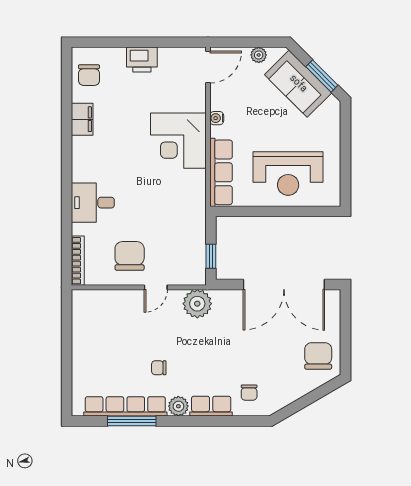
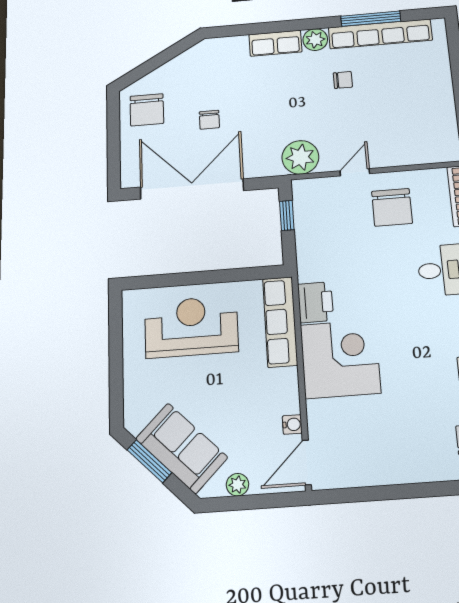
printer: (142, 60) -> (315, 302), moved, turned 90
water cooler: (217, 118) -> (292, 424), moved
chair: (249, 393) -> (209, 120), moved, turned 180

